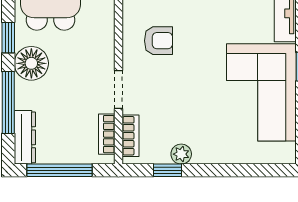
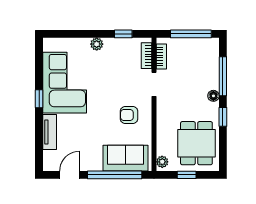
floor lamp: (31, 63) -> (213, 96), width x0.53, depth x0.53
dresser: (25, 137) -> (212, 55), removed
plant: (181, 154) -> (97, 44), moved

